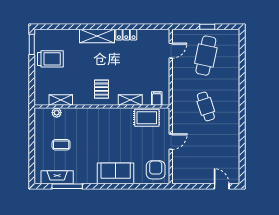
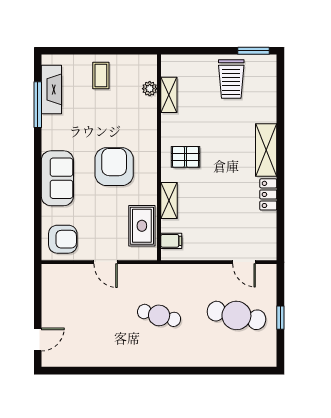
cafe table: (206, 106) -> (159, 315), turned 33
armchair: (108, 136) -> (114, 167), added
coffee table: (61, 145) -> (101, 75), moved

